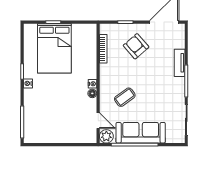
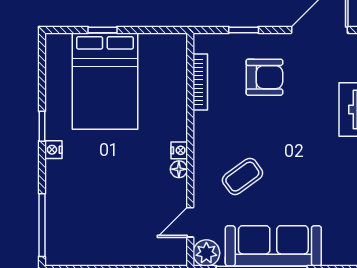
armchair: (136, 46) -> (264, 77), turned 131
door: (98, 121) -> (190, 222), swing flipped

